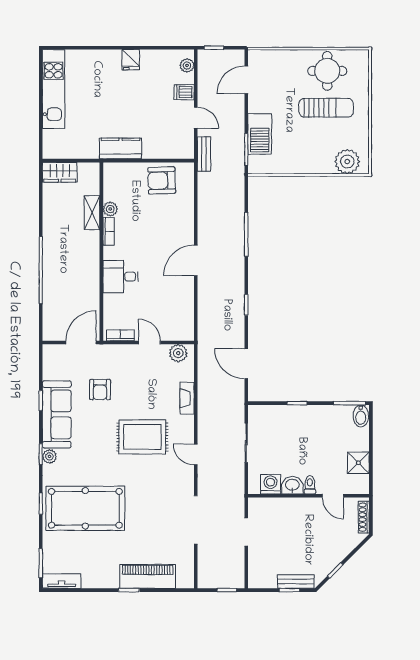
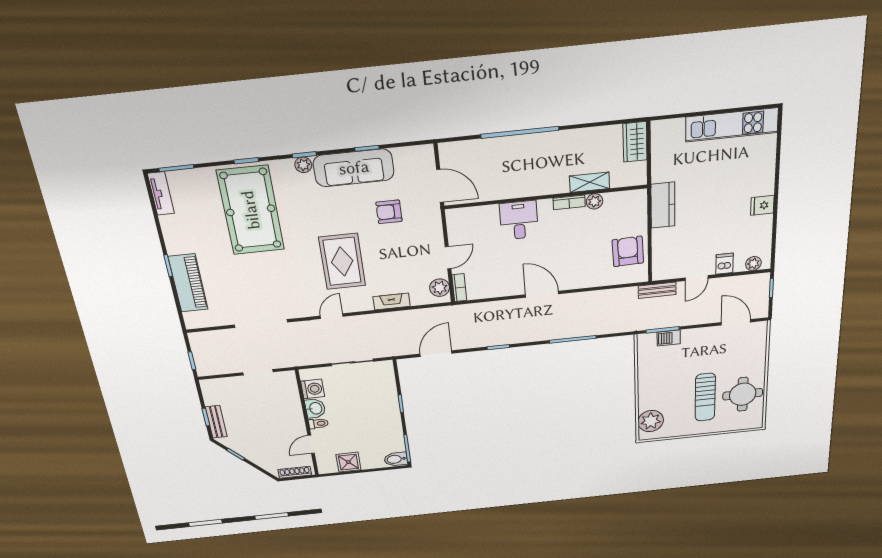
barbecue: (260, 134) -> (669, 338), width x0.53, depth x0.65
bookcase: (120, 335) -> (459, 288), moved

